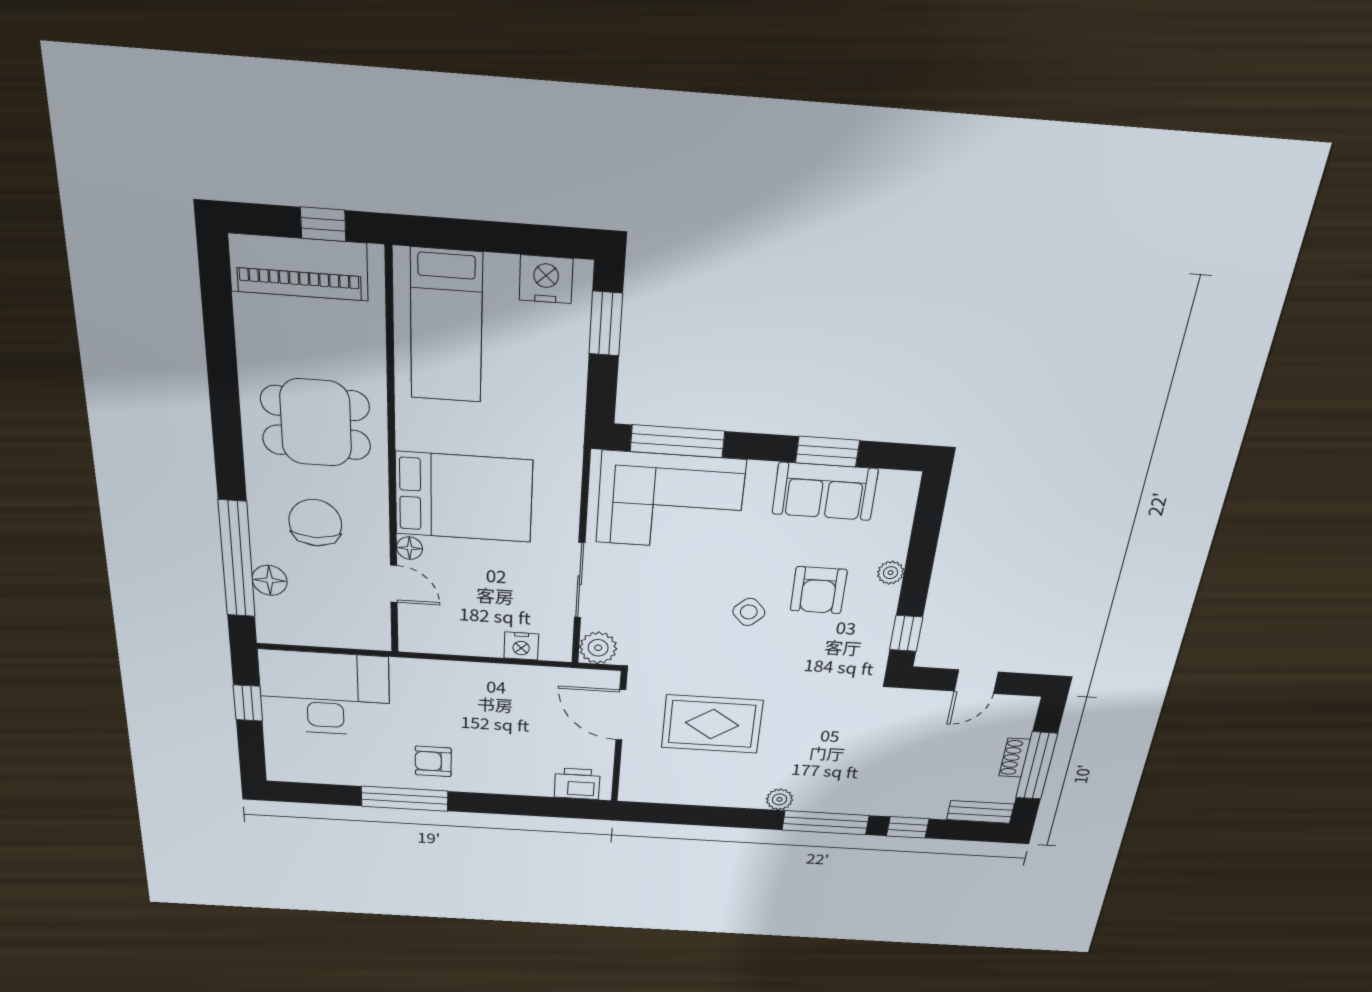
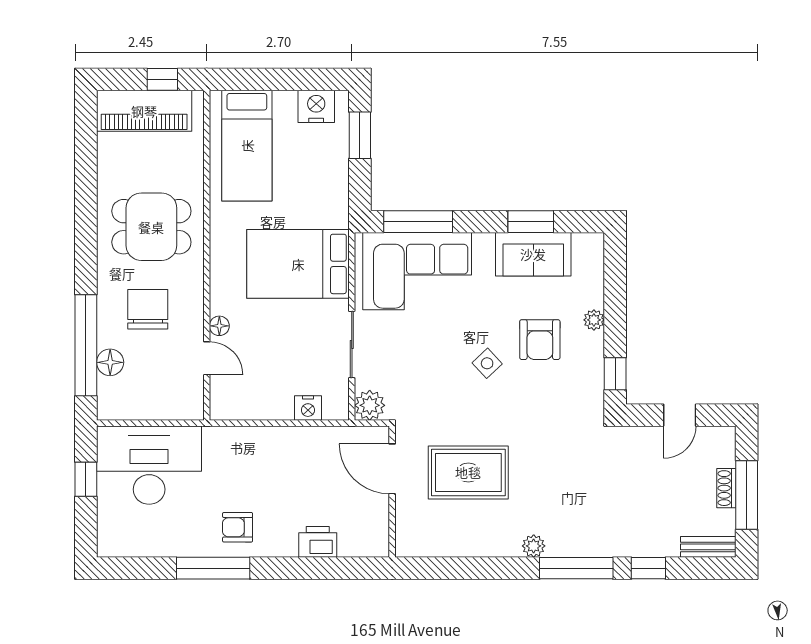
bed: (464, 497) -> (298, 264), moved, turned 180
printer: (577, 784) -> (318, 542), moved

